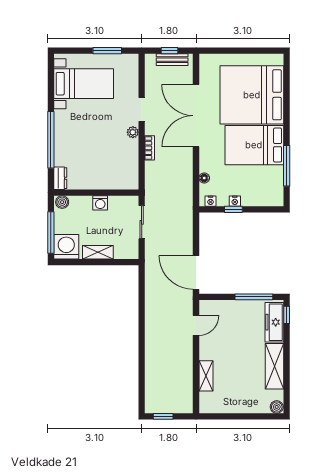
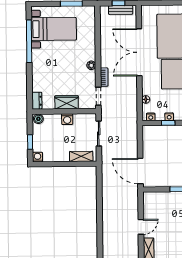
doorway: (142, 110) -> (98, 96), moved
window: (51, 140) -> (29, 41), moved
wardrobe: (100, 181) -> (67, 102), added
window: (51, 233) -> (30, 142), width x0.46
washing machine: (66, 247) -> (37, 157), width x0.53, depth x0.53
shelving: (98, 252) -> (81, 156), moved
door: (196, 325) -> (141, 227), moved

